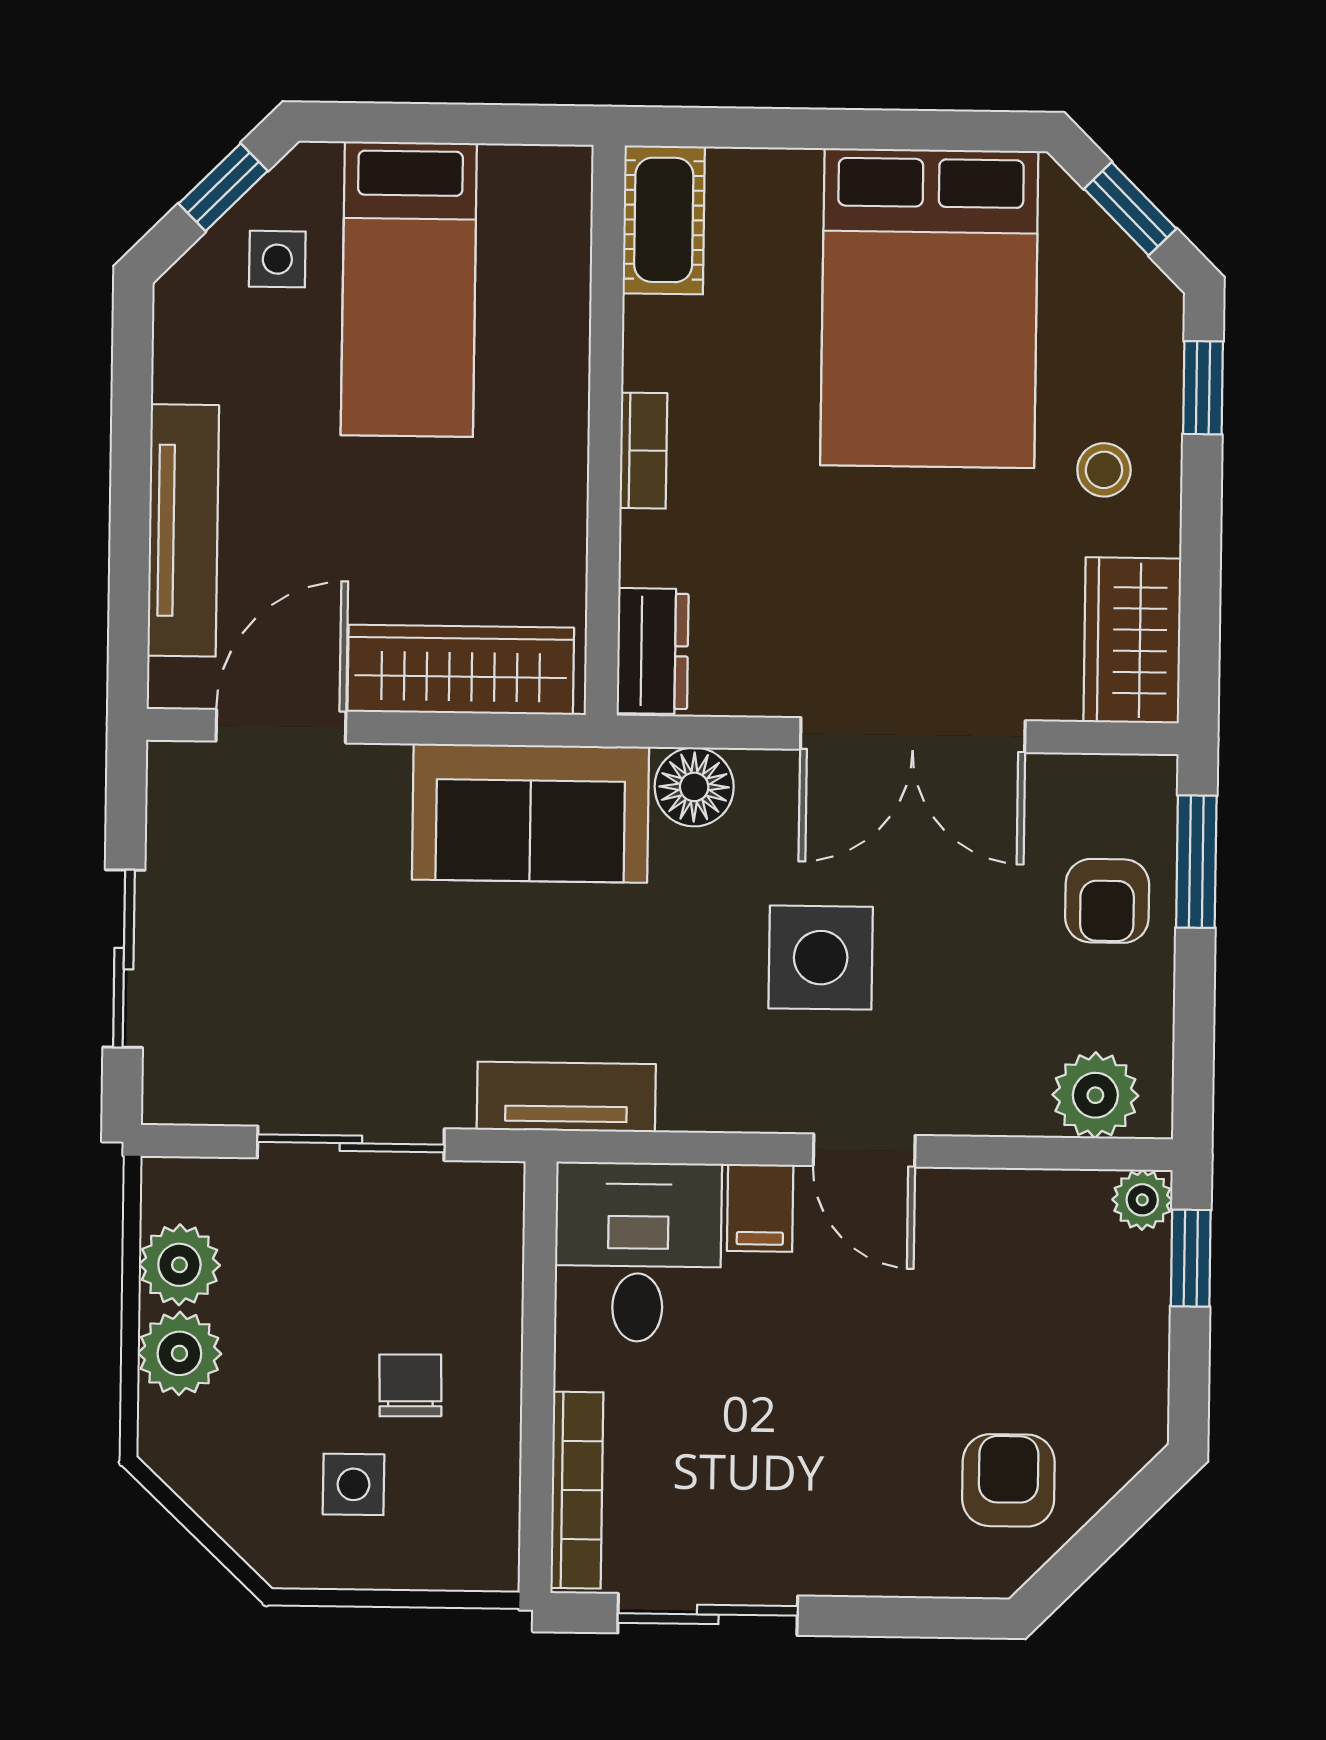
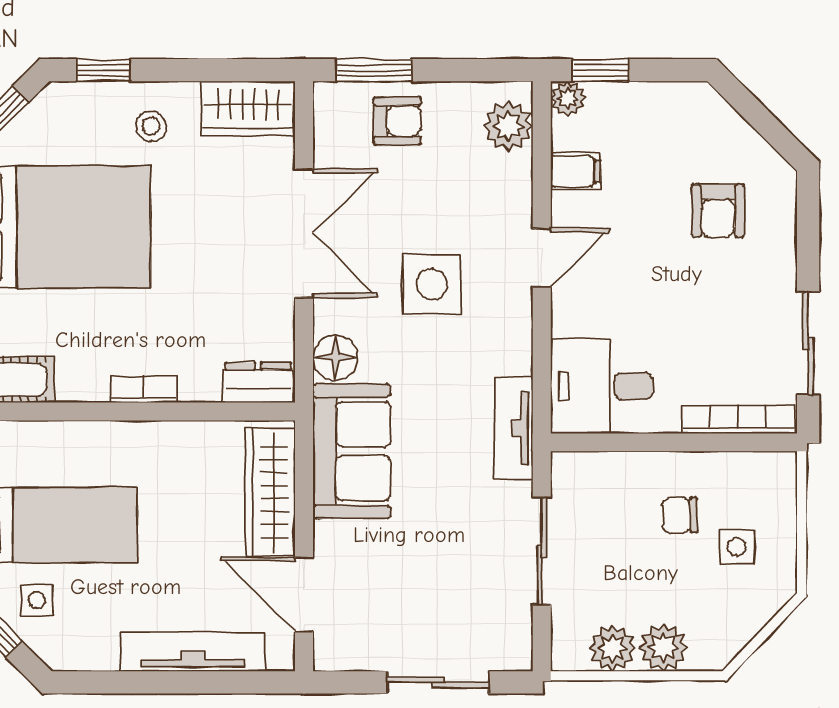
filing cabinet: (760, 1208) -> (575, 171), moved
armchair: (1008, 1480) -> (718, 211), moved, turned -90

